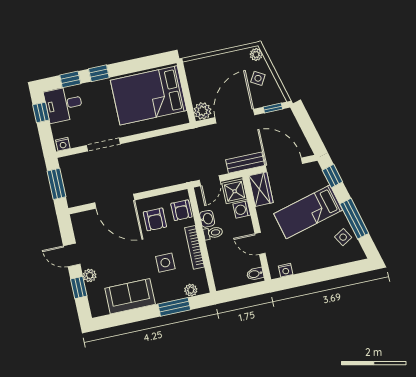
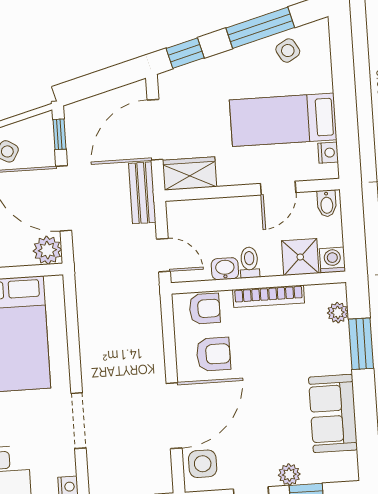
shower: (235, 191) -> (300, 257), moved
washing machine: (242, 209) -> (332, 260), moved, turned 180
bed: (308, 212) -> (283, 120), moved, turned 105
side table: (165, 263) -> (203, 464), moved

